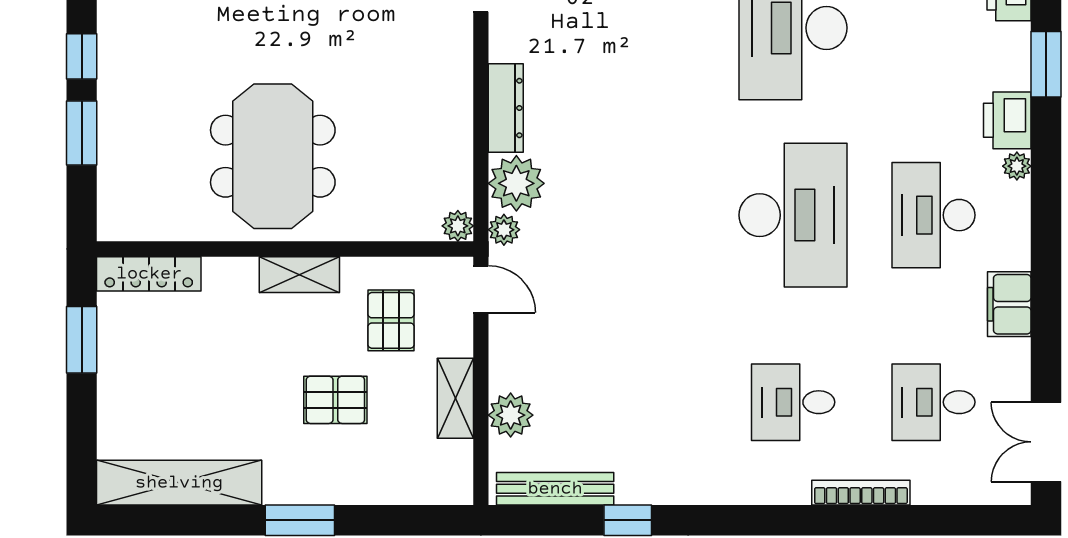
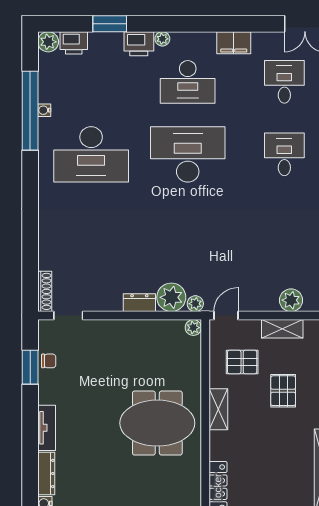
dresser: (506, 108) -> (139, 303), width x0.70
desk: (793, 402) -> (284, 154), turned 180
desk: (933, 402) -> (284, 82), turned 180

